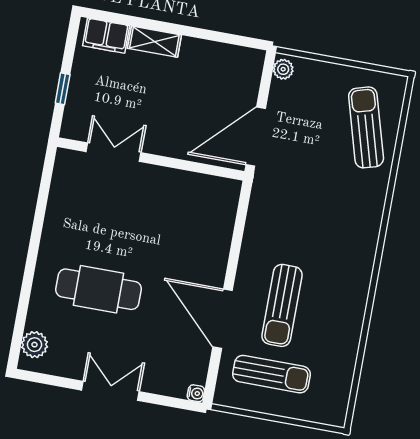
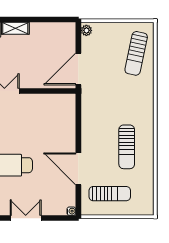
sun lounger: (366, 127) -> (136, 53), turned -152
sun lounger: (282, 305) -> (127, 147), moved

